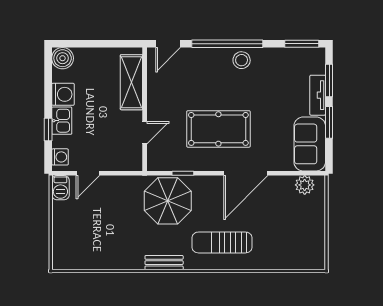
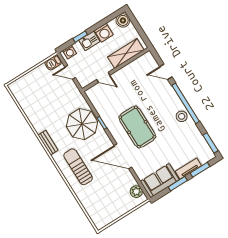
shelving: (131, 82) -> (126, 53), moved
wall: (145, 109) -> (116, 70), moved
door: (145, 133) -> (103, 77), moved

